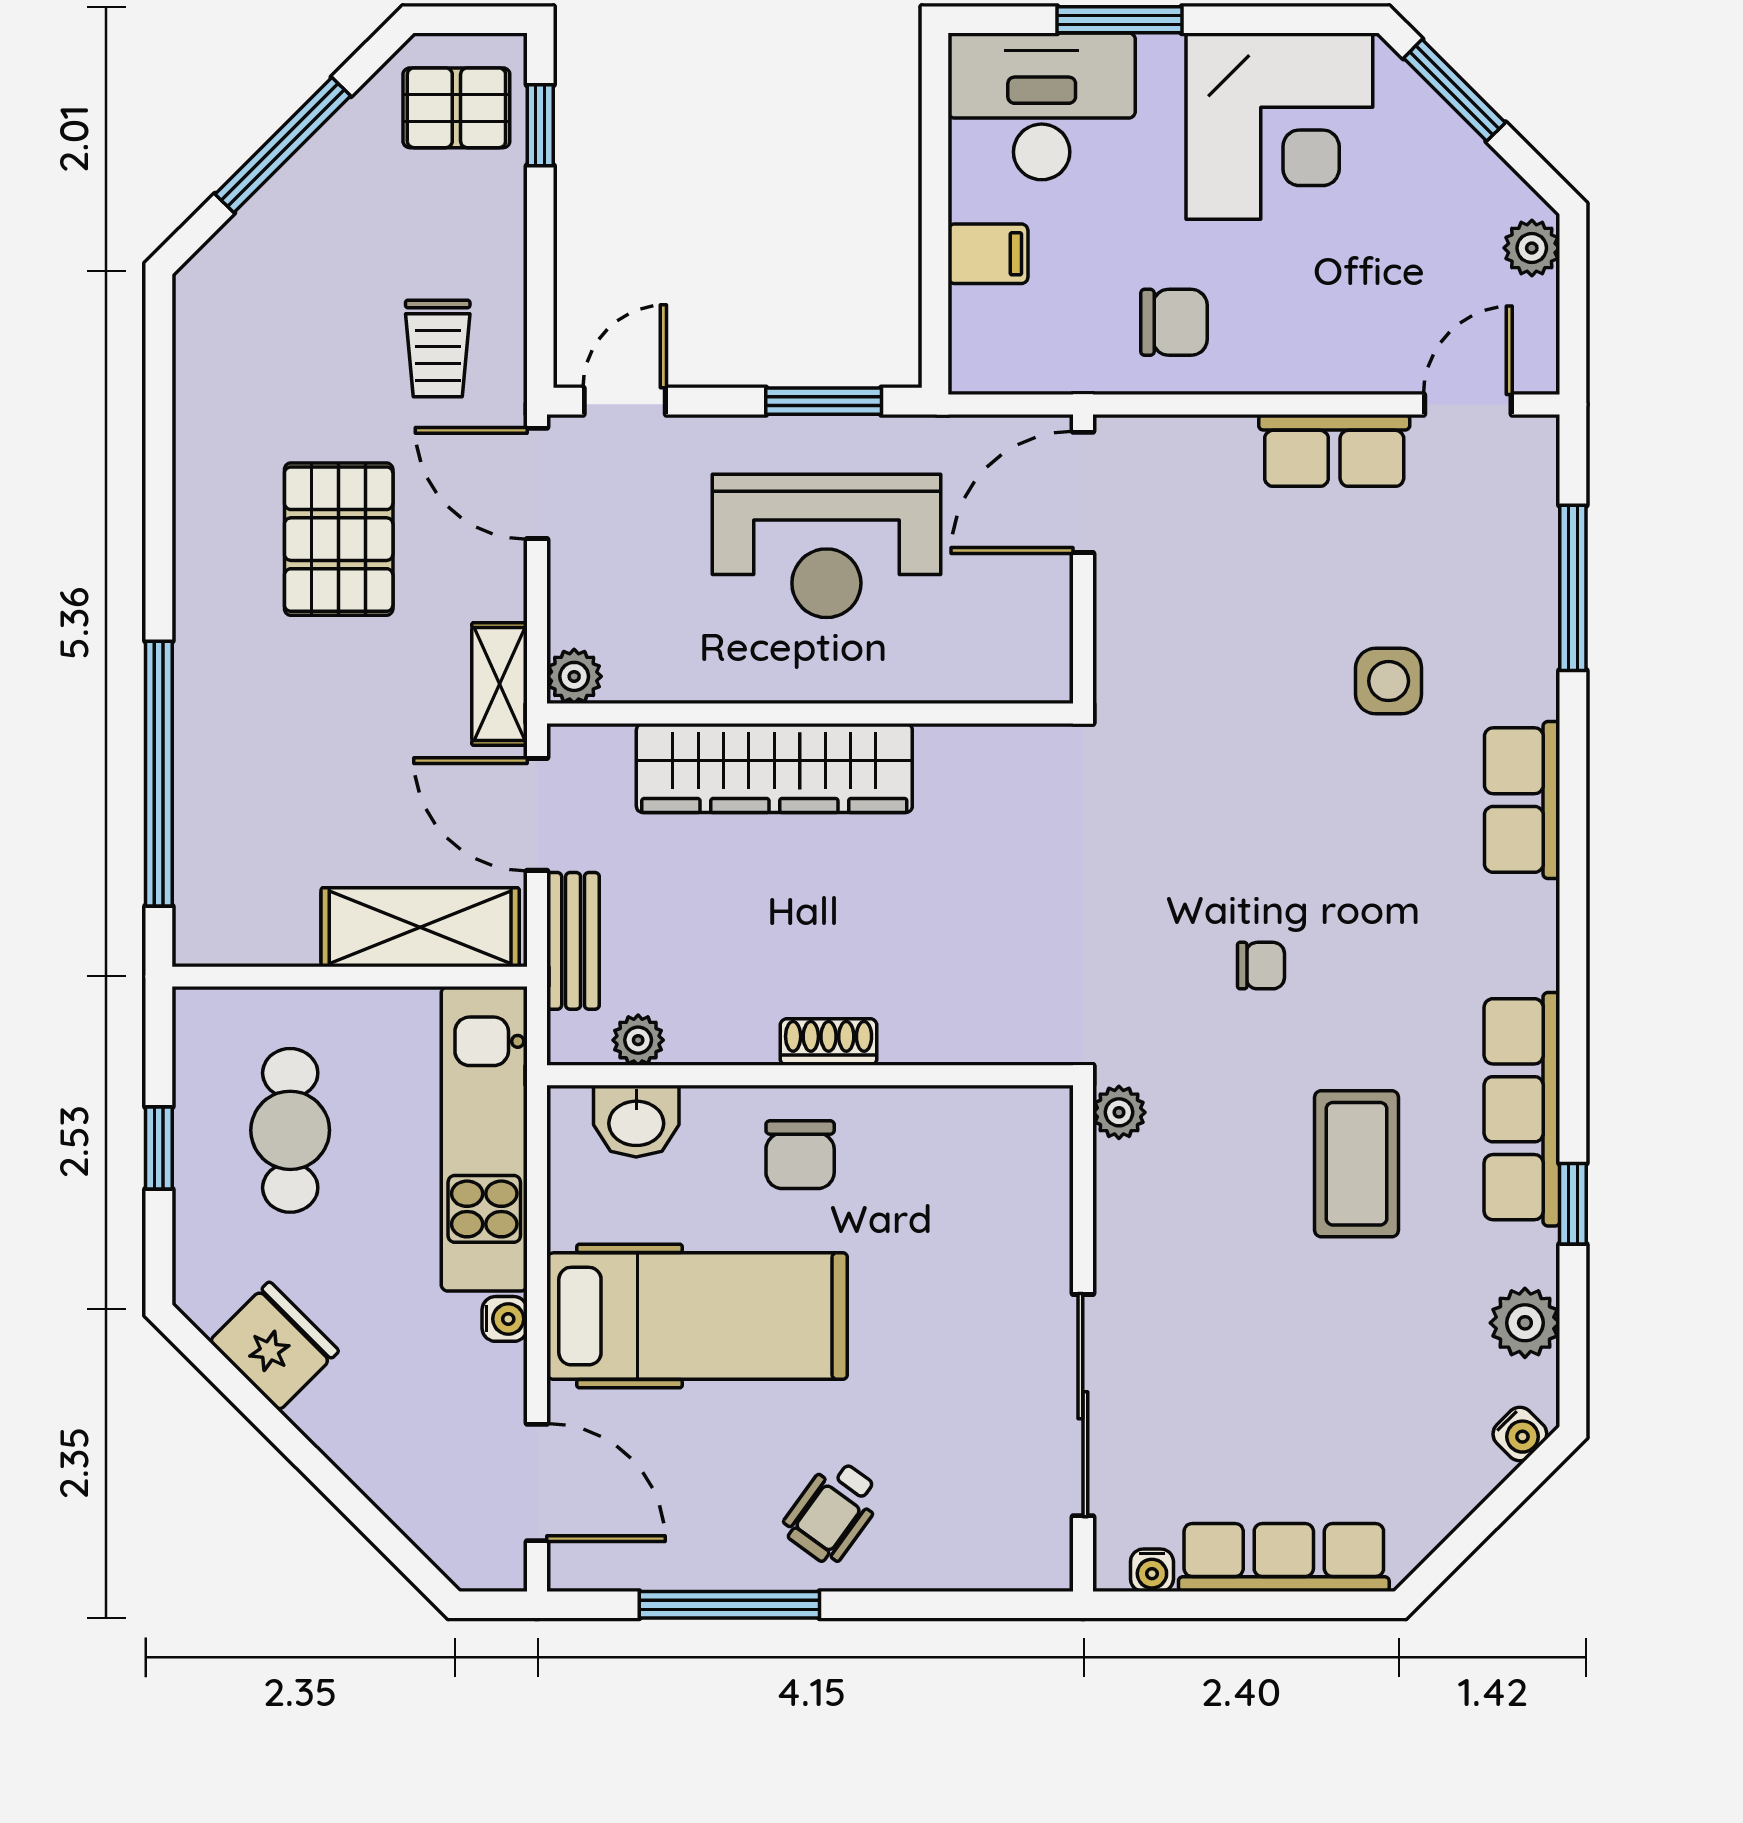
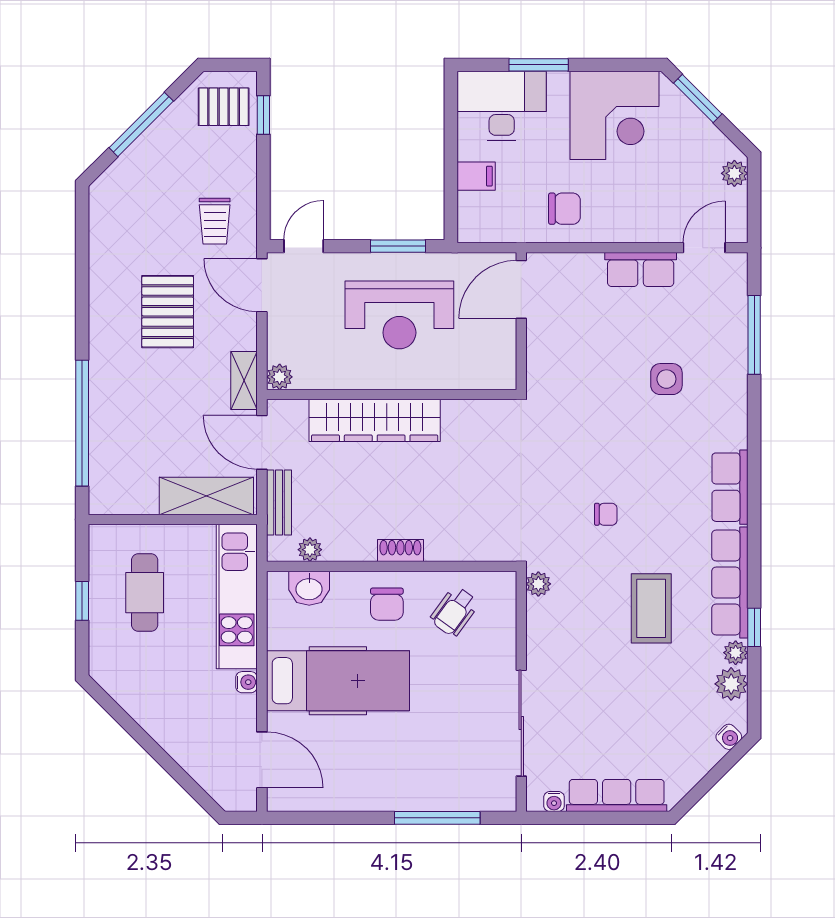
row of seats: (1522, 800) -> (730, 487), moved
plant: (1534, 1257) -> (736, 653), added
fridge: (274, 1346) -> (137, 695), removed
wheelchair: (833, 1512) -> (454, 611), moved
window: (729, 1605) -> (437, 818), moved

